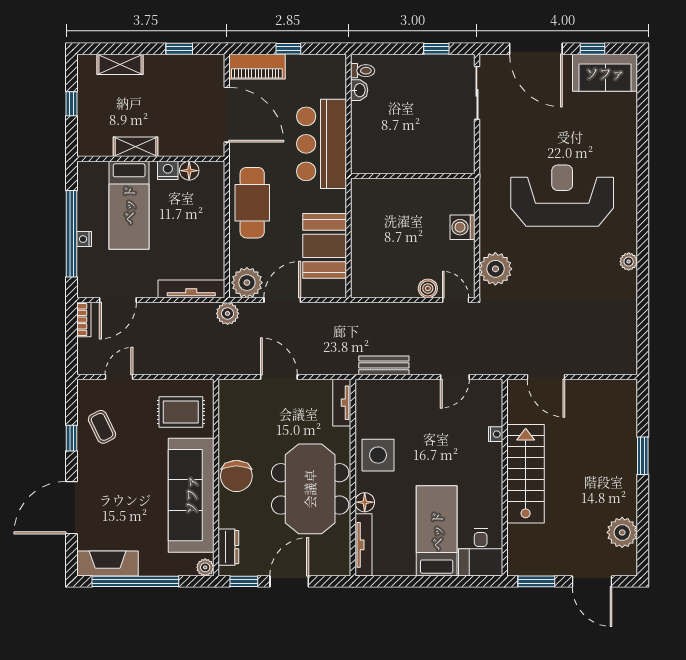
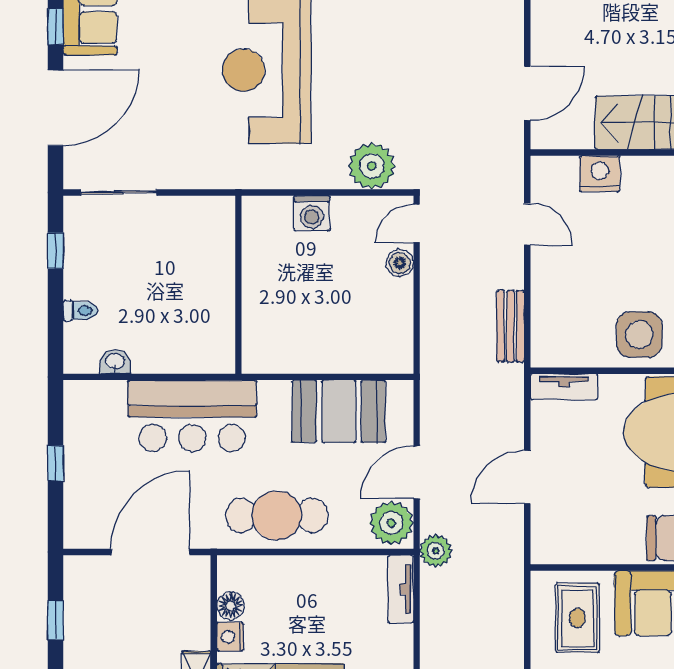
piano: (257, 67) -> (81, 509), removed
toilet: (363, 71) -> (80, 311), moved, turned 90
tv unit: (191, 289) -> (401, 589), width x0.71
door: (282, 300) -> (417, 472), hinge flipped
nightstand: (496, 434) -> (600, 174), width x1.89, depth x1.79

